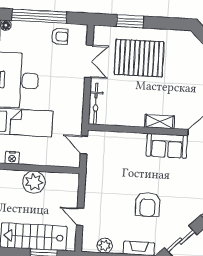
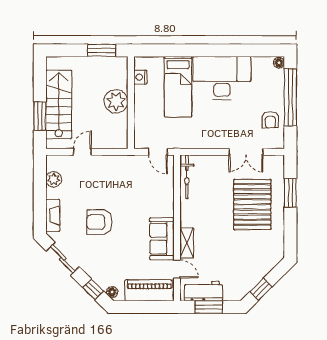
bicycle: (96, 104) -> (187, 177), moved, turned -90
shelving: (160, 122) -> (187, 243), moved
door: (84, 145) -> (158, 152), swing flipped

